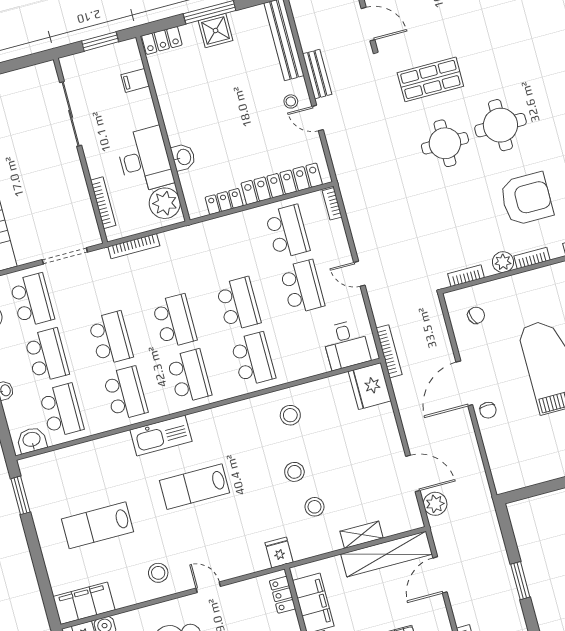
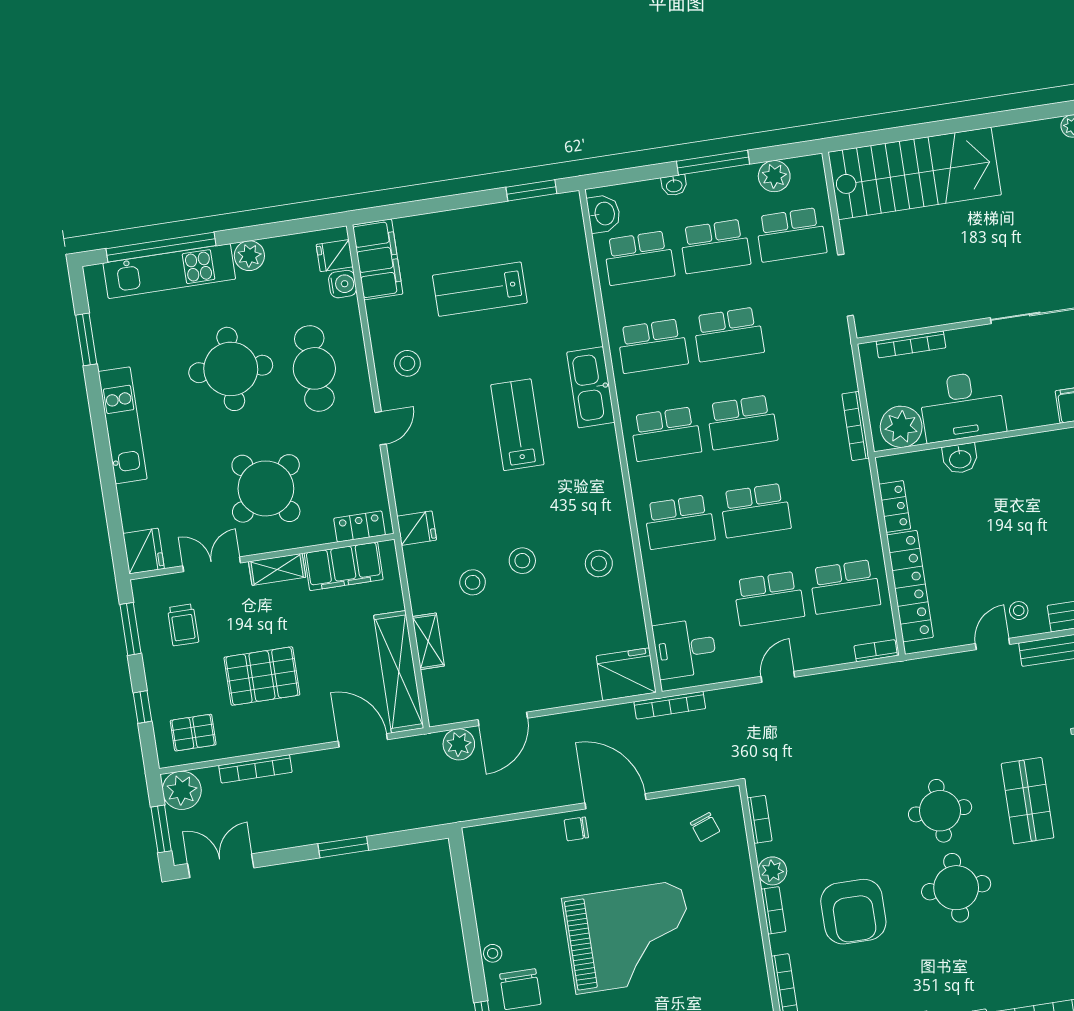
bookcase: (134, 246) -> (856, 426), moved
lab bench: (97, 525) -> (480, 289), turned -90

